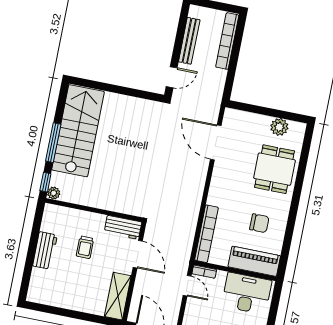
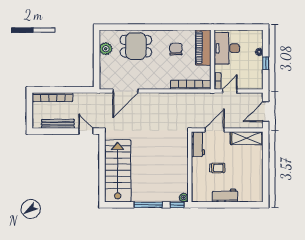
stairs: (78, 131) -> (118, 171), moved, turned 90

